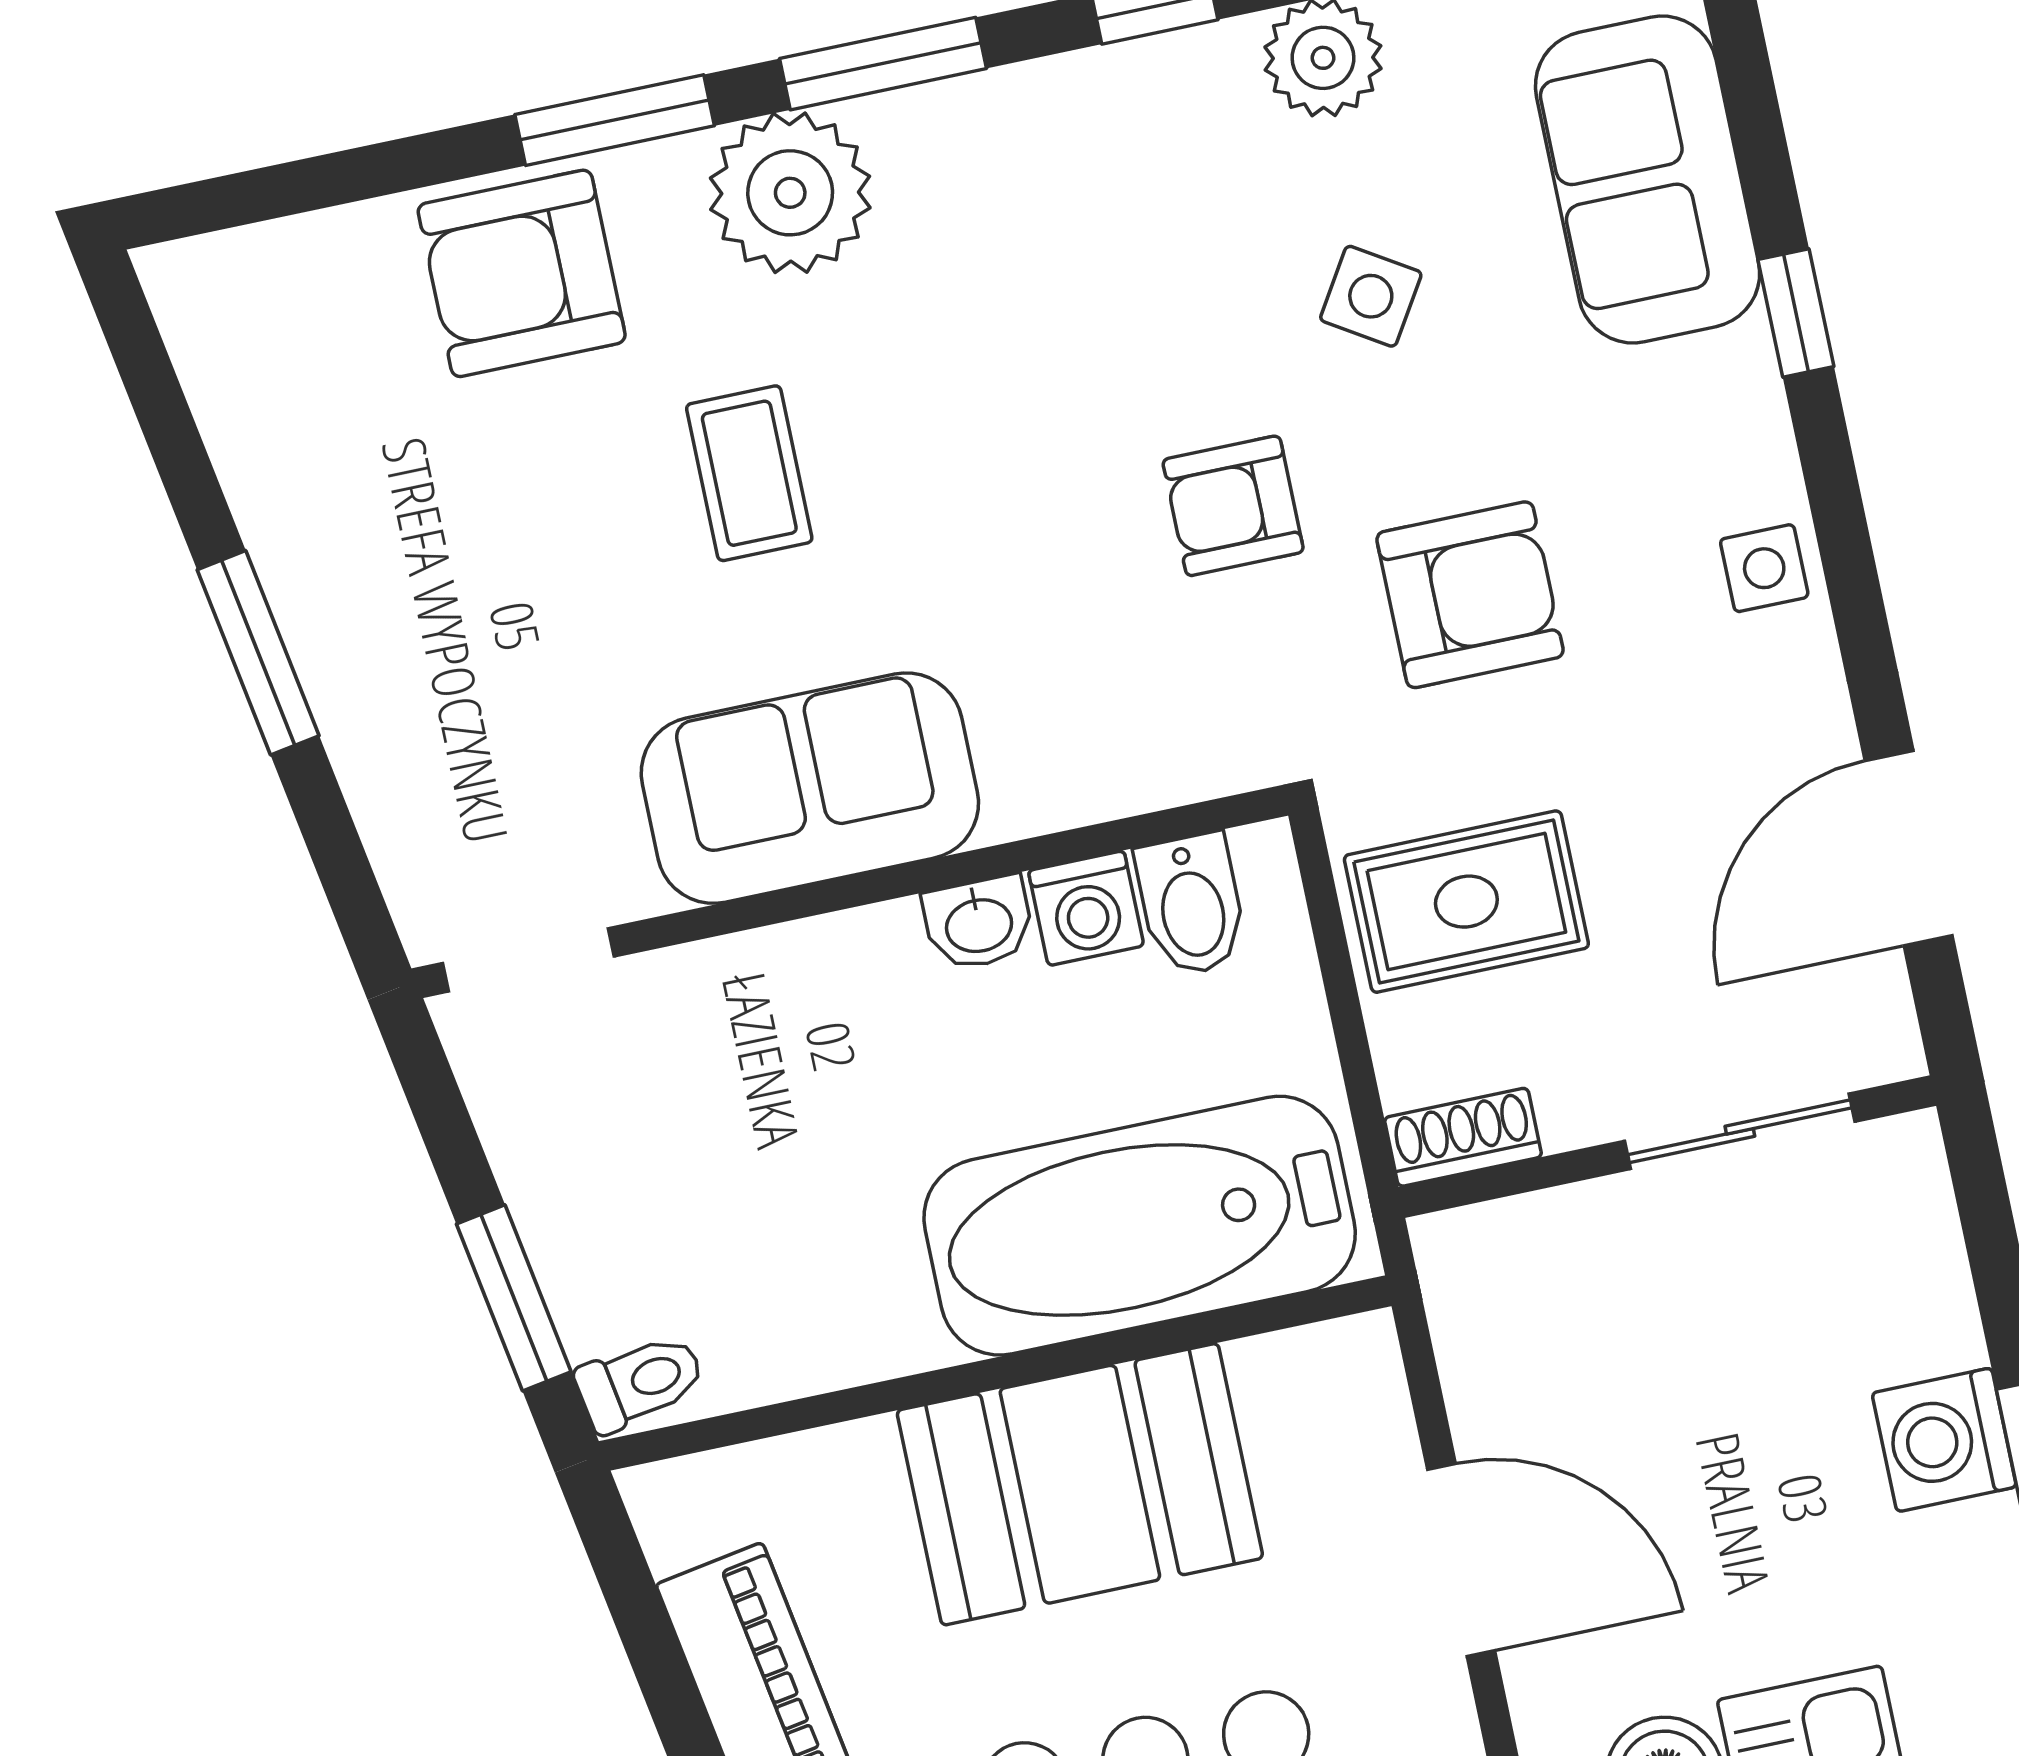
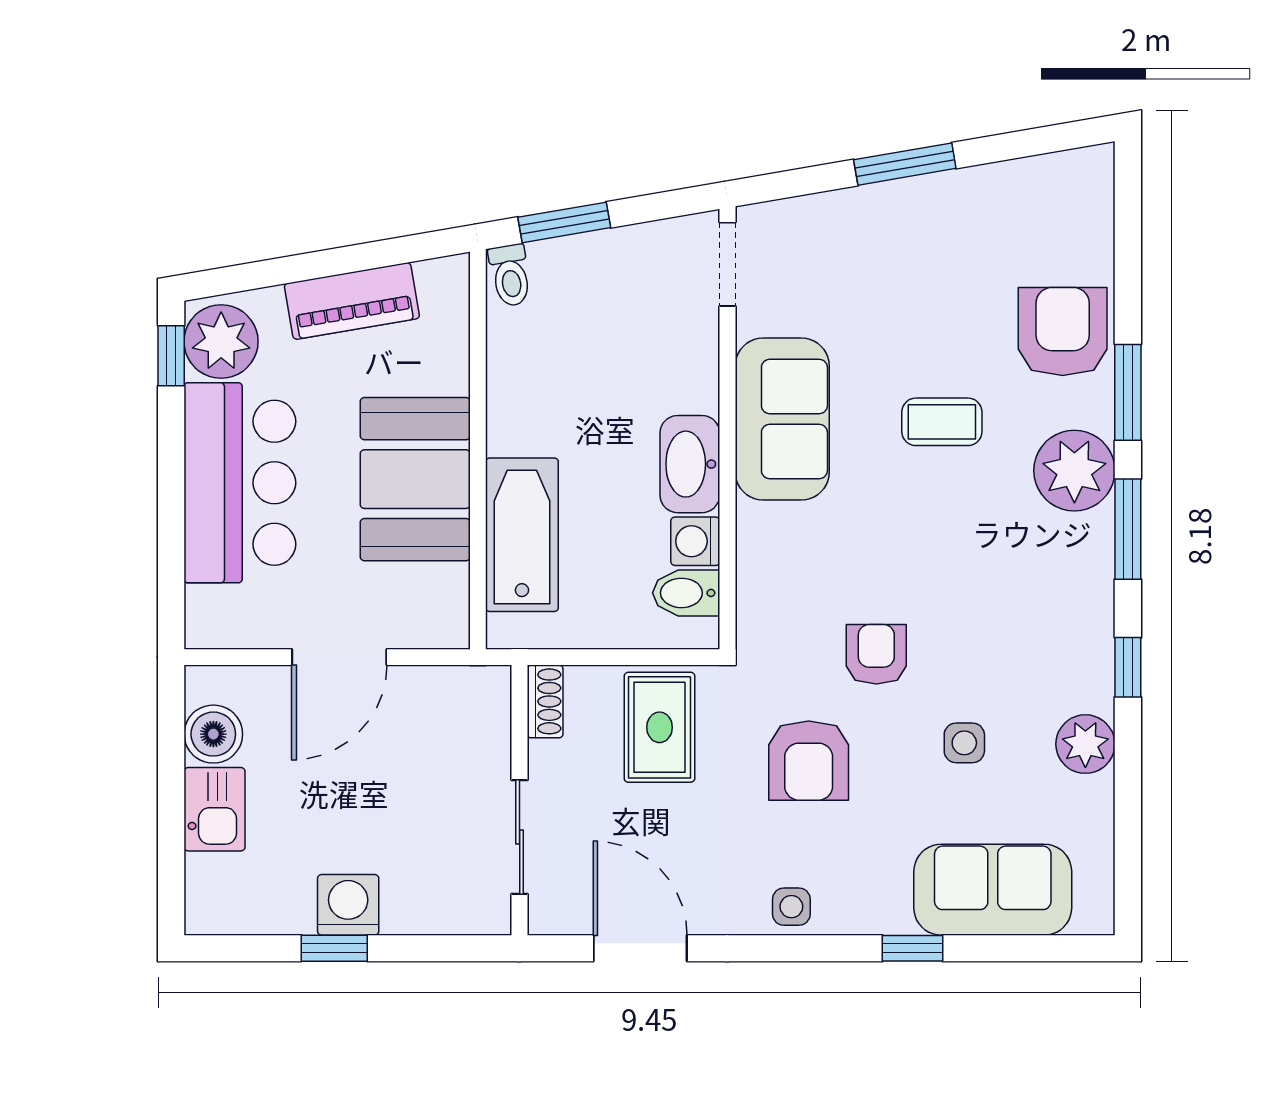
side table: (1371, 296) -> (964, 743), turned -32
washbasin: (979, 923) -> (690, 464), width x1.91, depth x1.45
bathtub: (1140, 1226) -> (522, 535), width x0.73, depth x0.73

